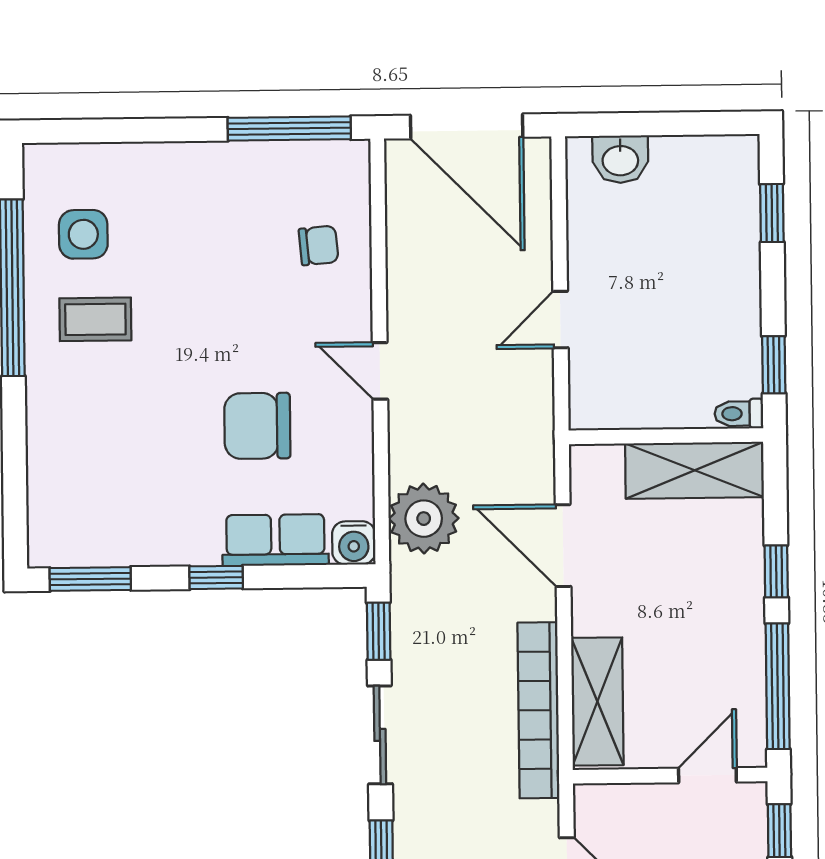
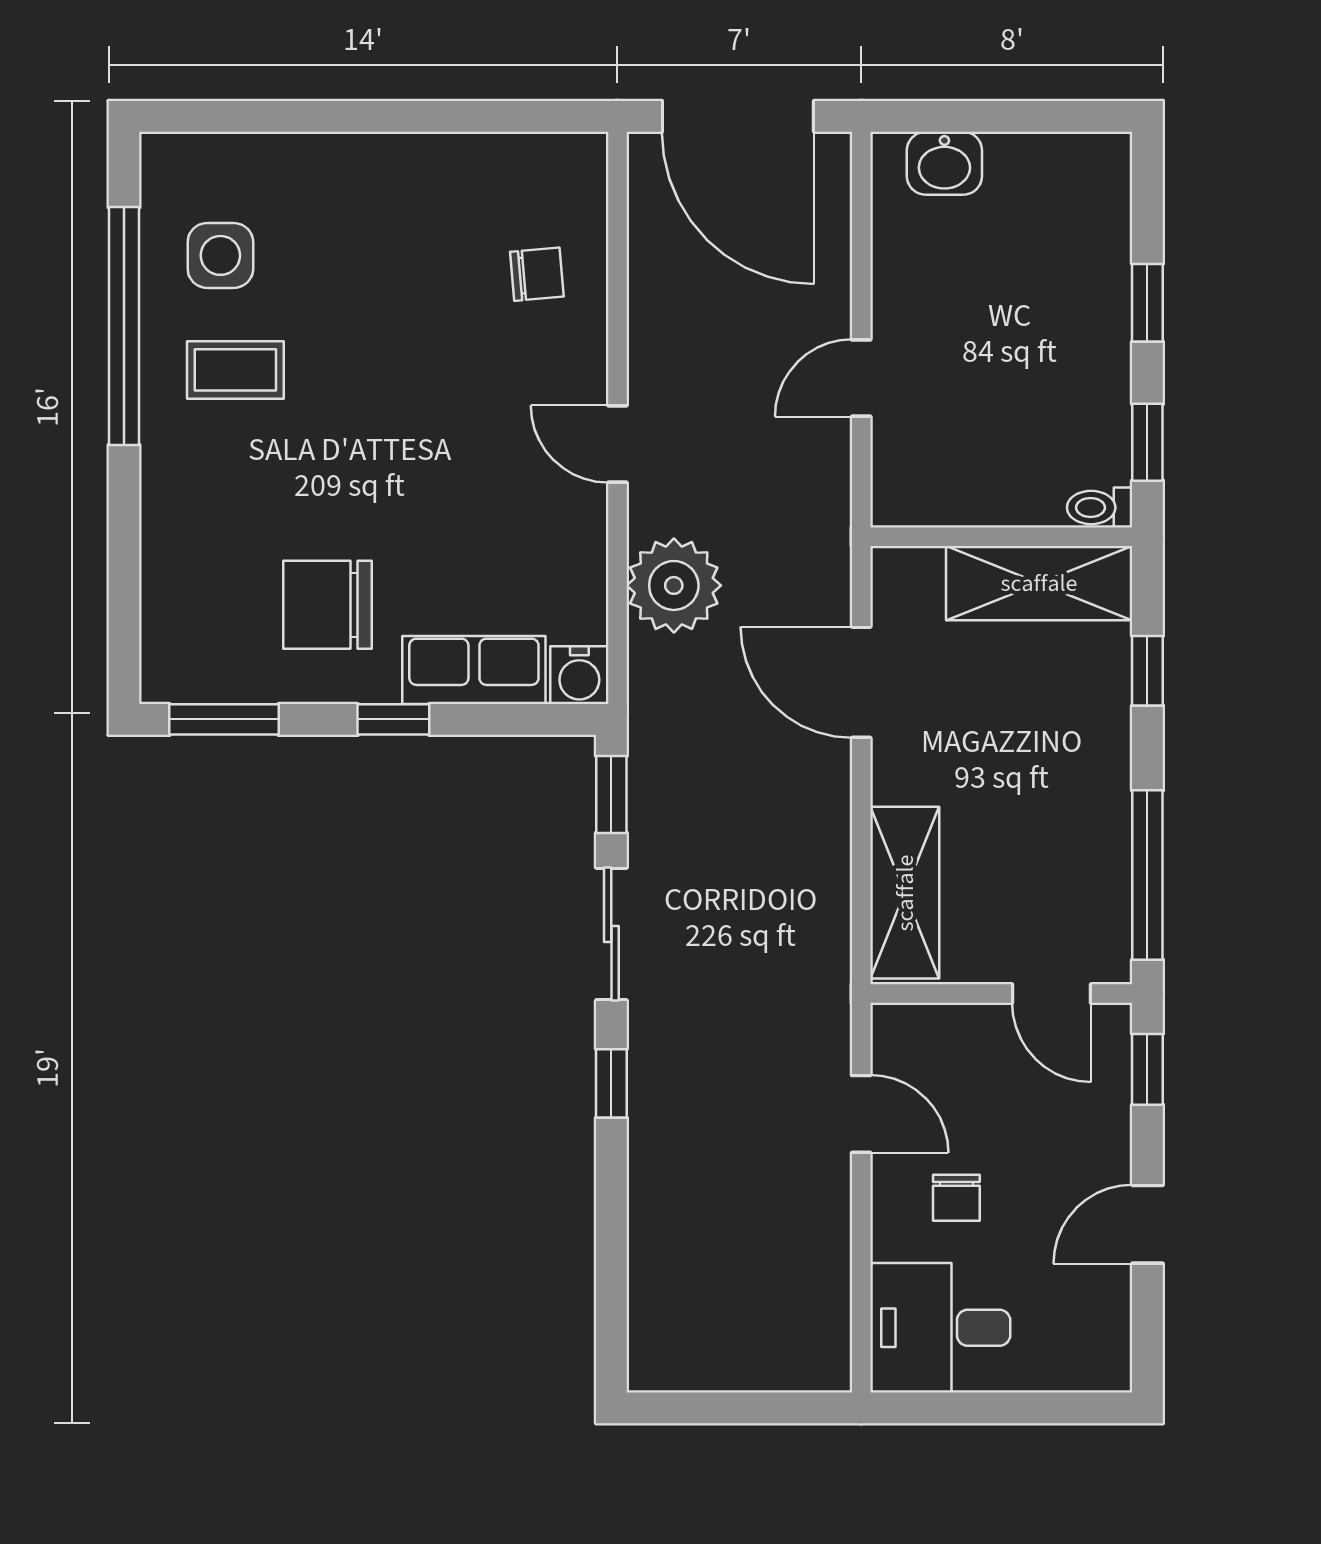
window: (289, 128) -> (499, 116), removed
window: (772, 213) -> (1147, 303), moved
chair: (257, 426) -> (328, 605), moved
plant: (424, 519) -> (674, 585), moved
window: (776, 571) -> (1147, 671), moved
bookcase: (538, 710) -> (825, 903), removed
door: (707, 775) -> (1052, 994), swing flipped

